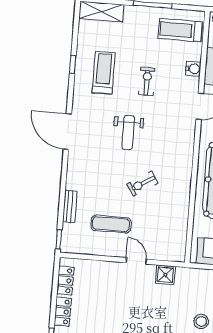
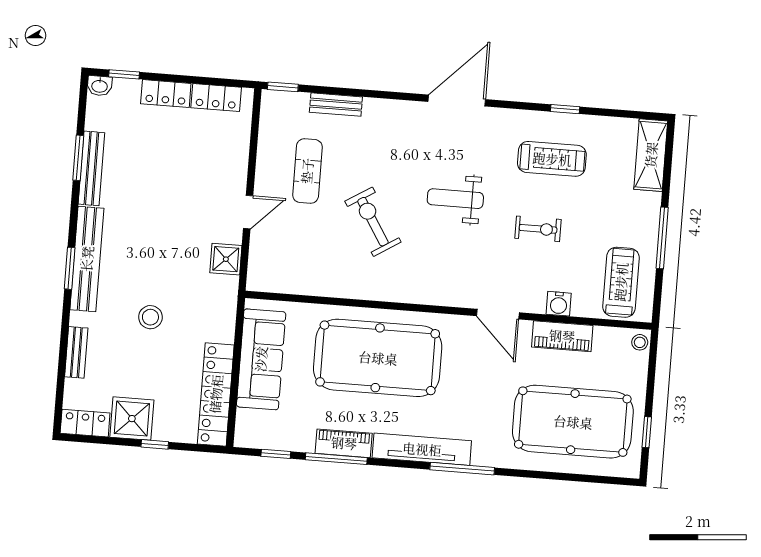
exercise bike: (142, 184) -> (373, 222), width x1.38, depth x1.39

